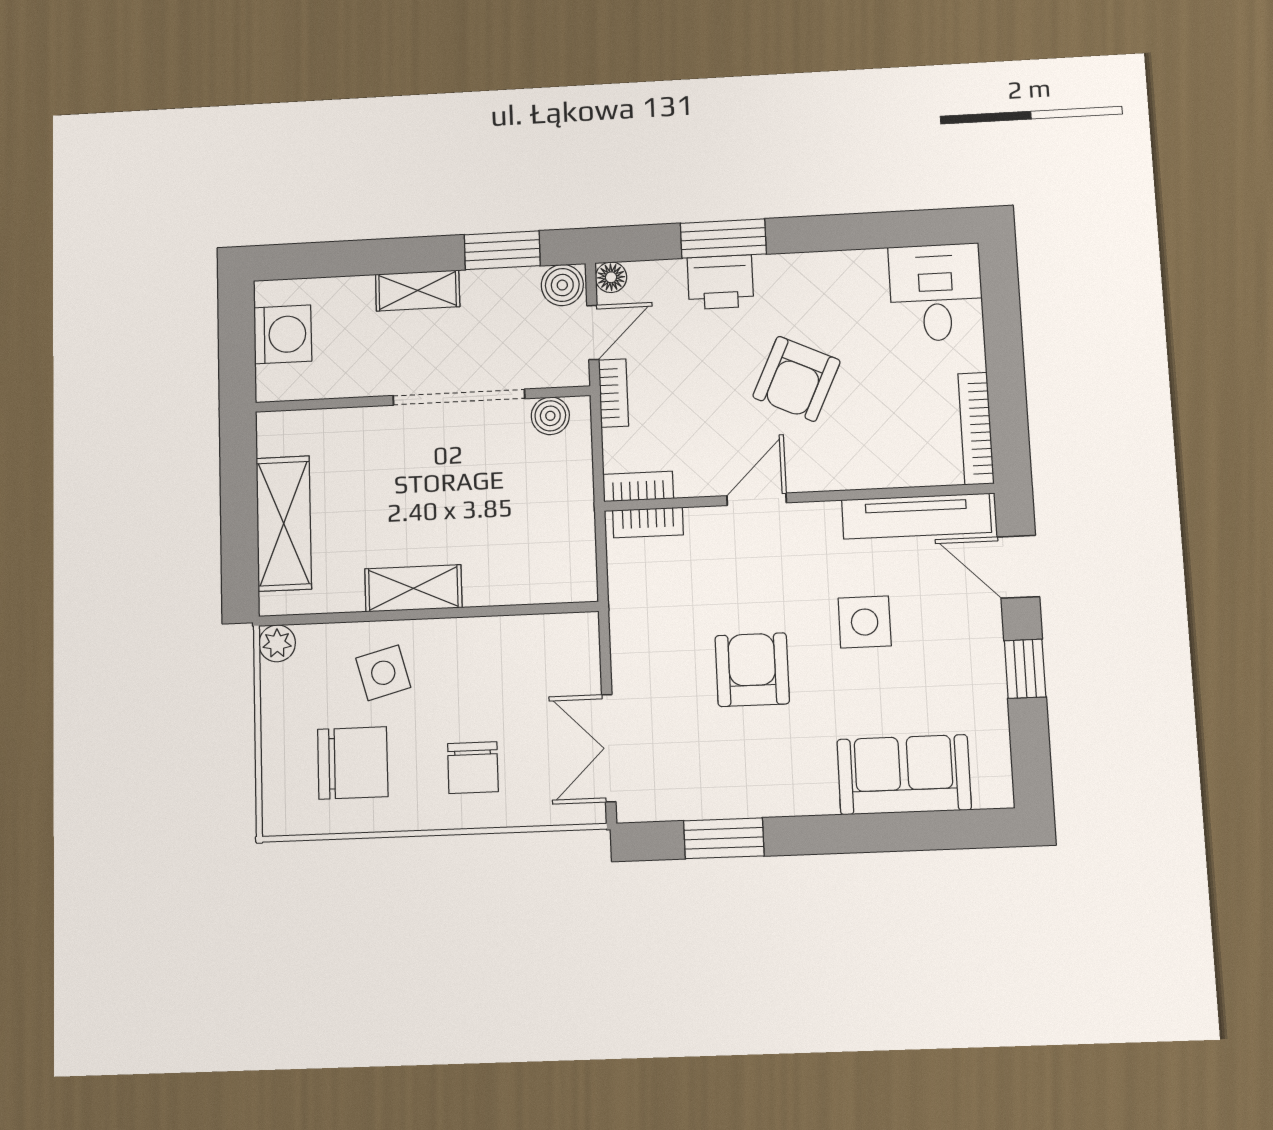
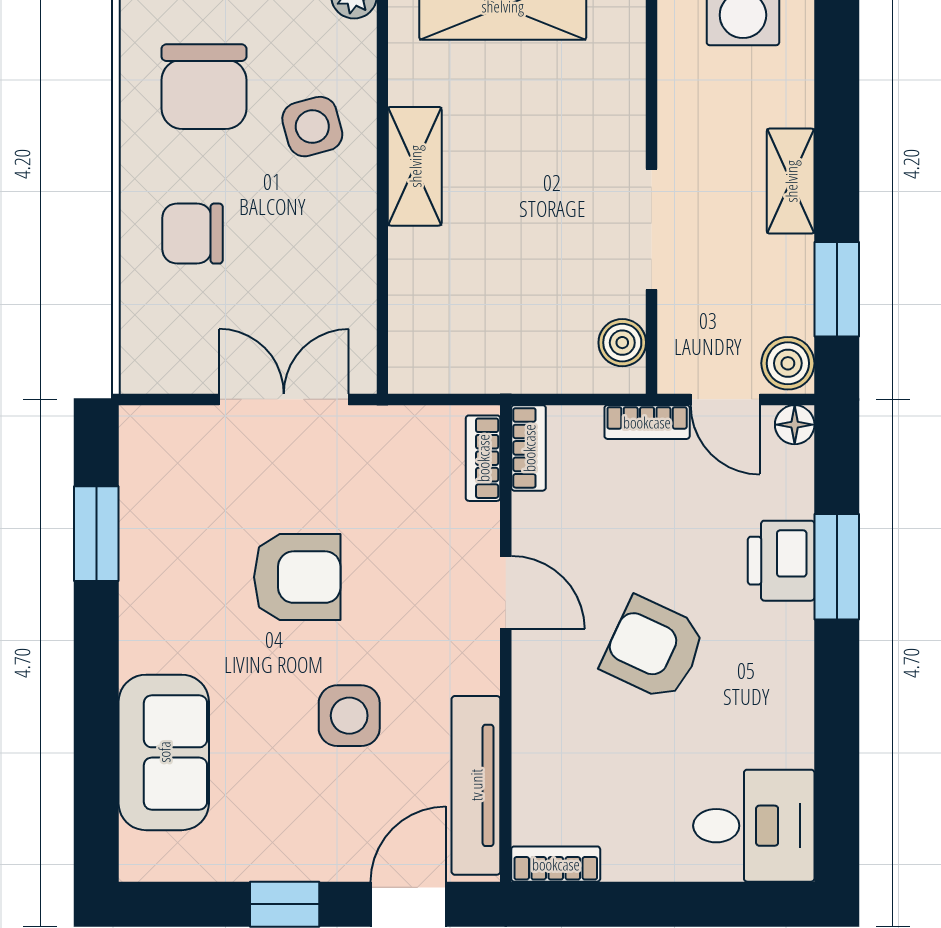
doorway: (459, 397) -> (652, 229), width x0.73
bookcase: (976, 429) -> (556, 864), width x0.64
double door: (609, 748) -> (284, 399), moved

